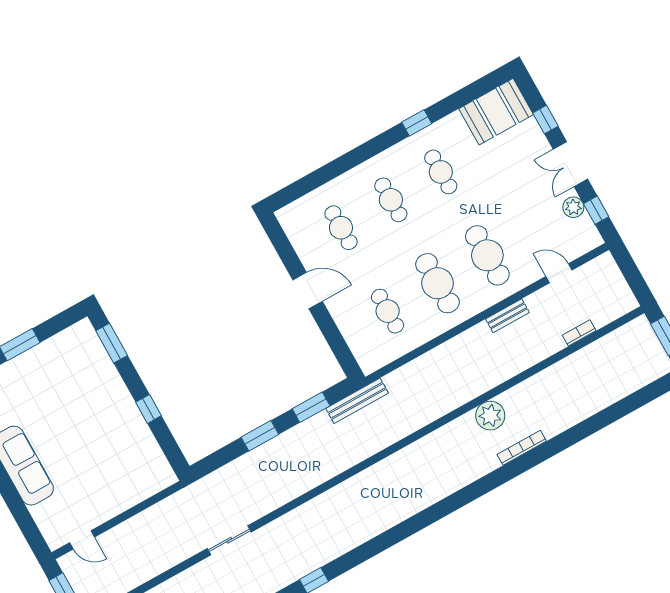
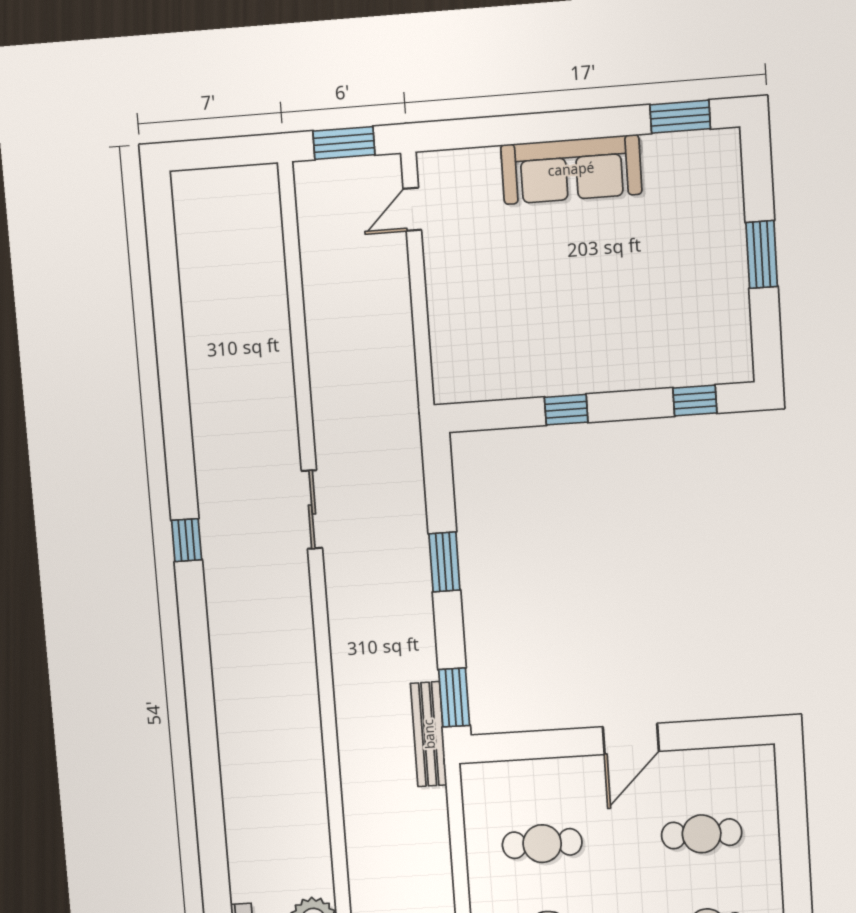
window: (112, 343) -> (695, 401), width x0.67
window: (311, 407) -> (454, 697), moved
sliding door: (229, 540) -> (312, 509), moved

